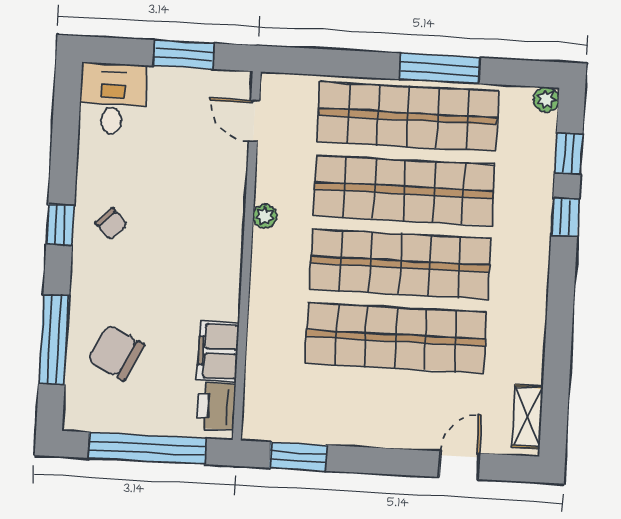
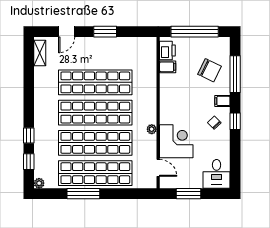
corner desk: (206, 184) -> (176, 141), added
filing cabinet: (89, 276) -> (222, 101), added
filing cabinet: (218, 351) -> (168, 67), width x0.50
window: (298, 456) -> (105, 32), moved

